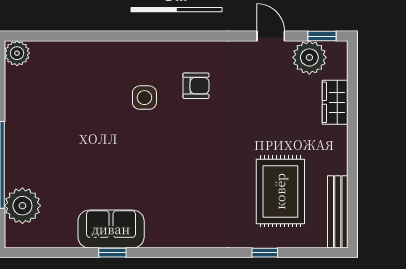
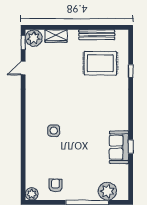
plant: (309, 57) -> (34, 38), moved
armchair: (196, 86) -> (55, 185), moved
bench: (338, 212) -> (97, 35), moved

